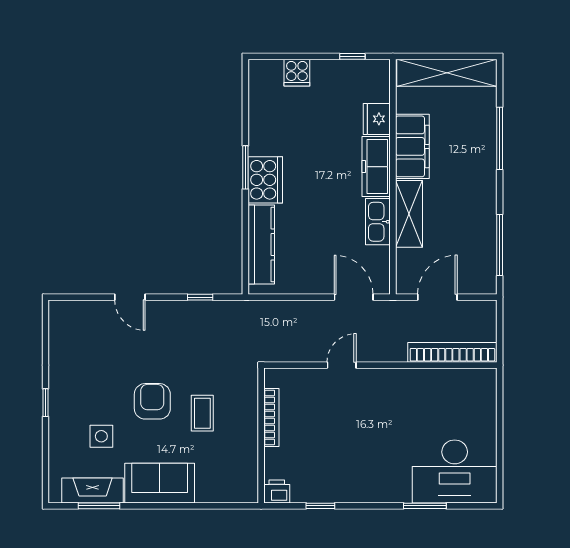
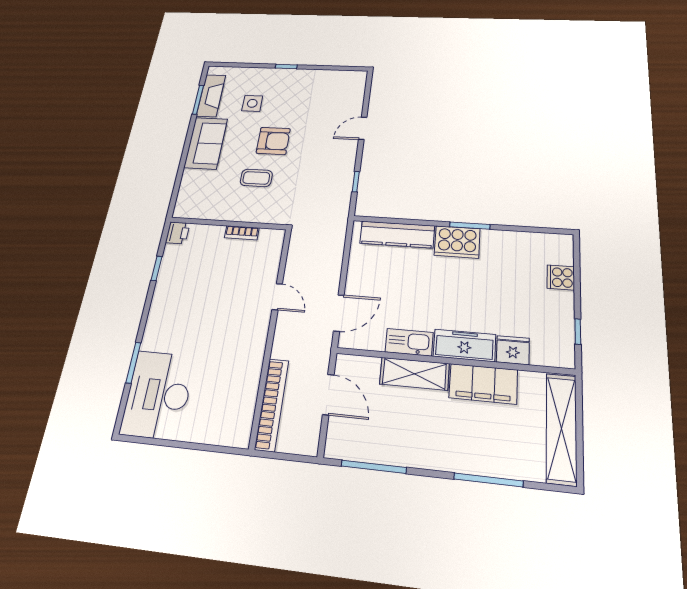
bookcase: (271, 417) -> (242, 233), width x0.64

